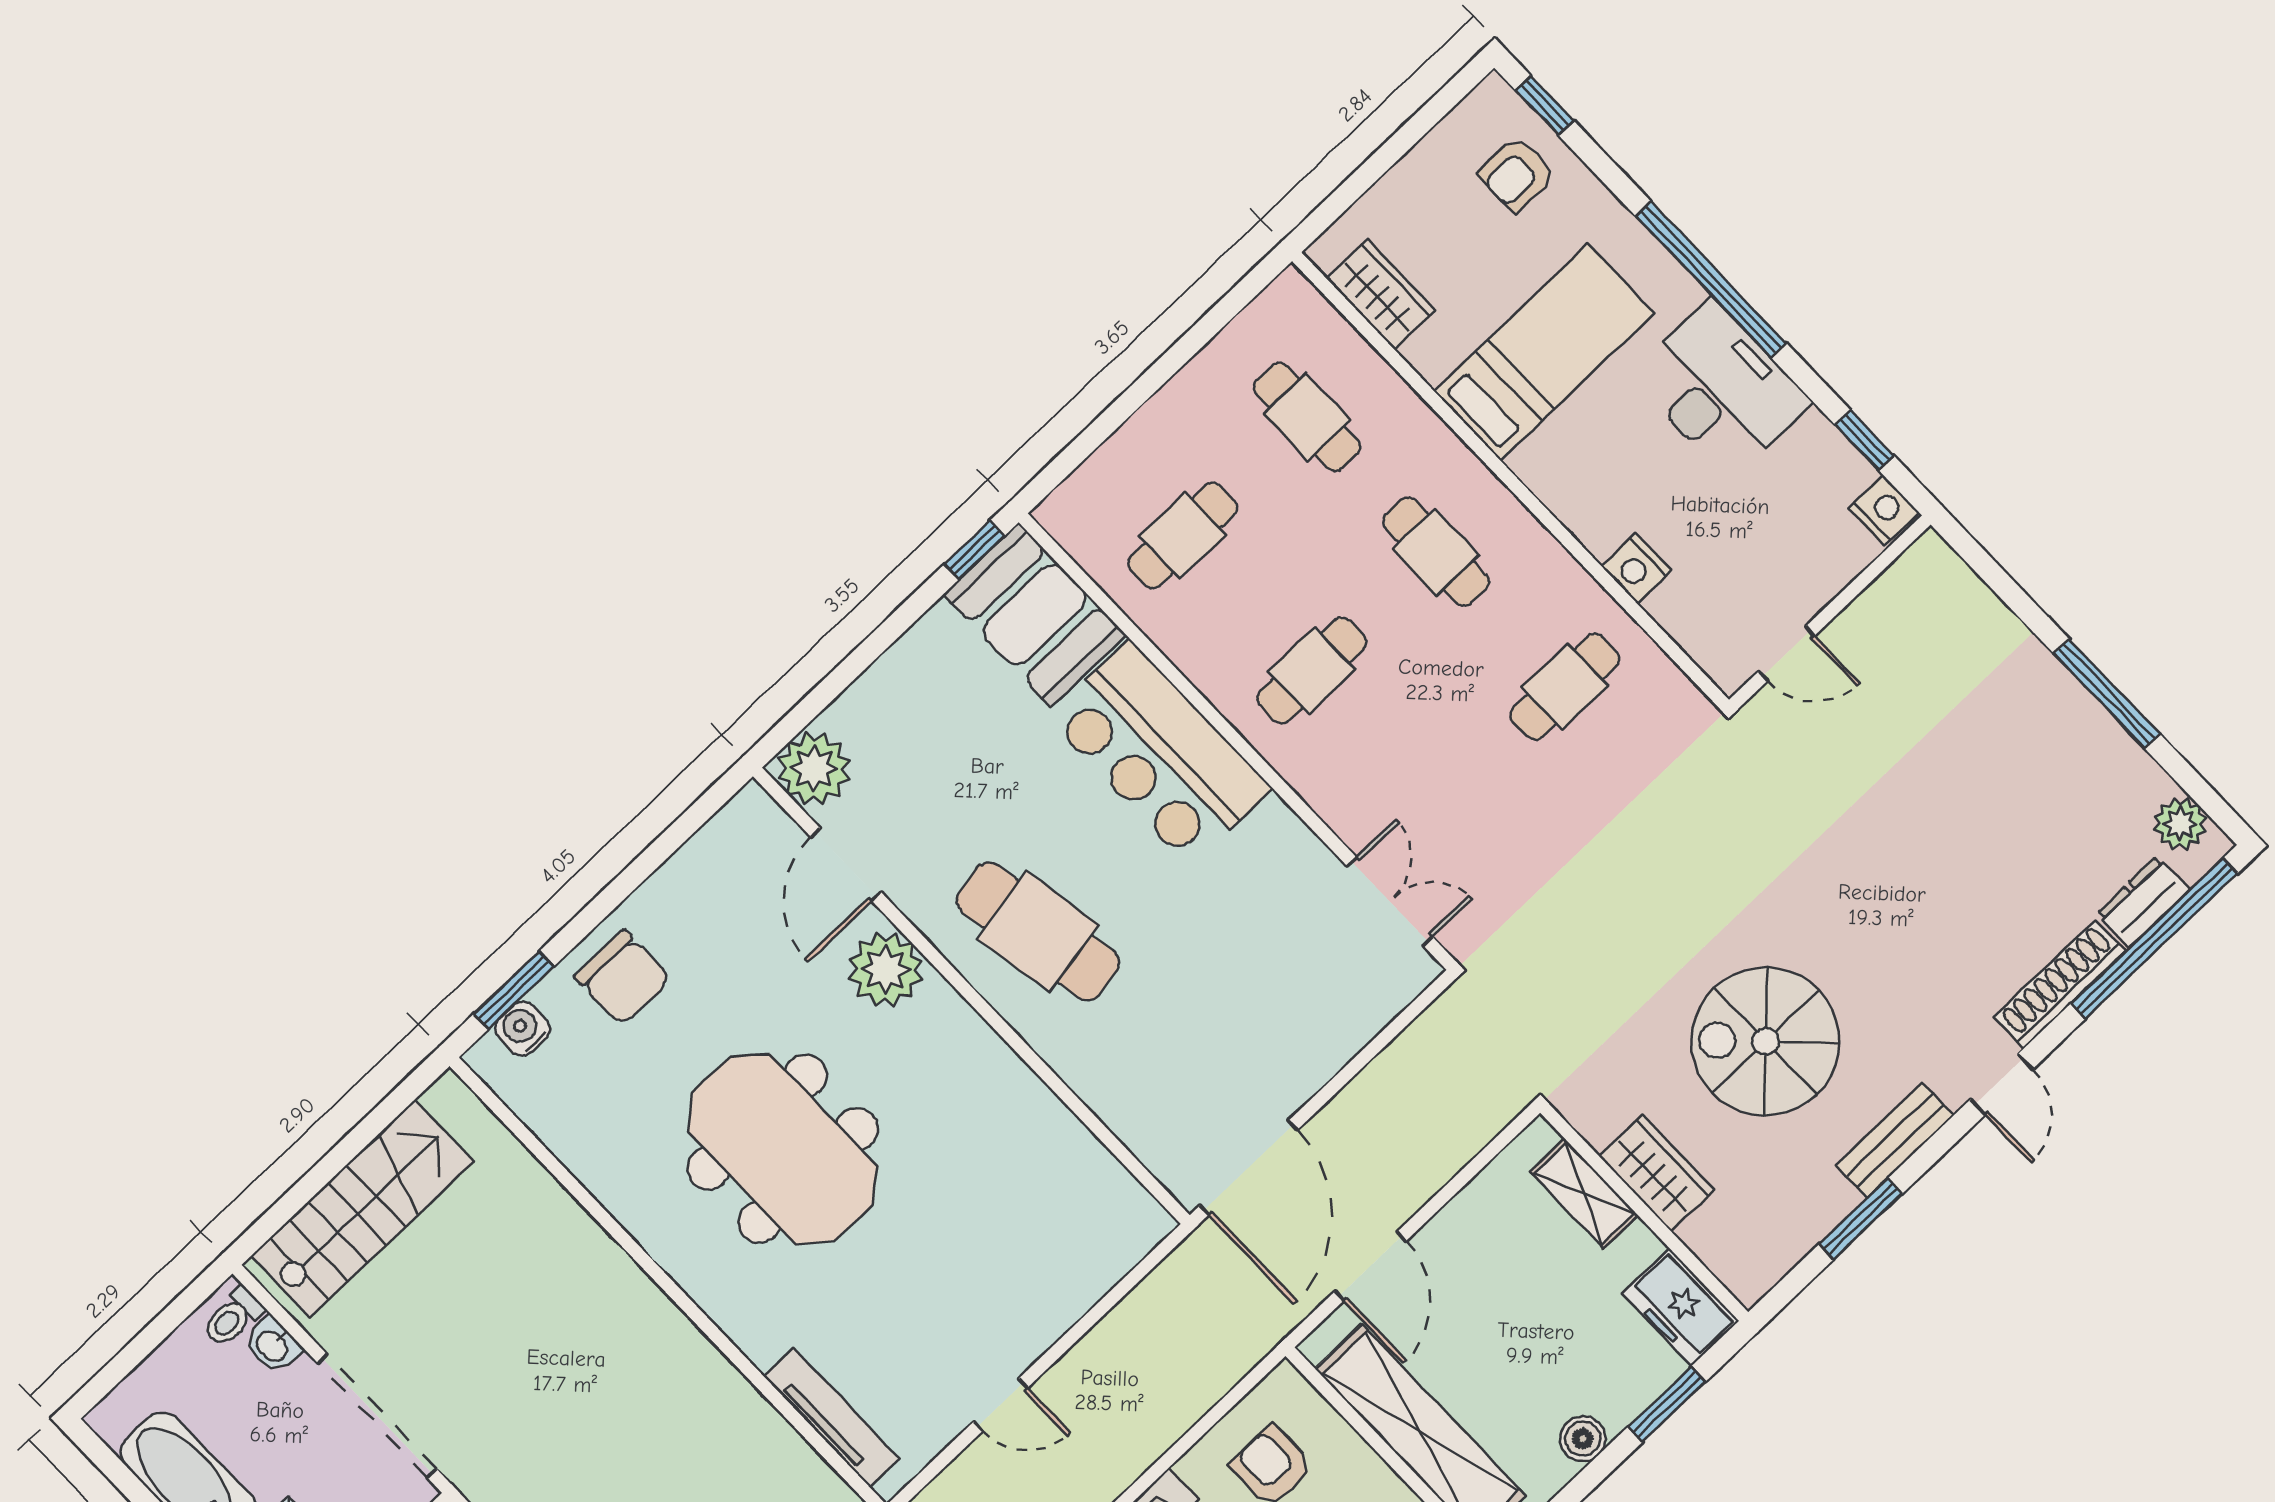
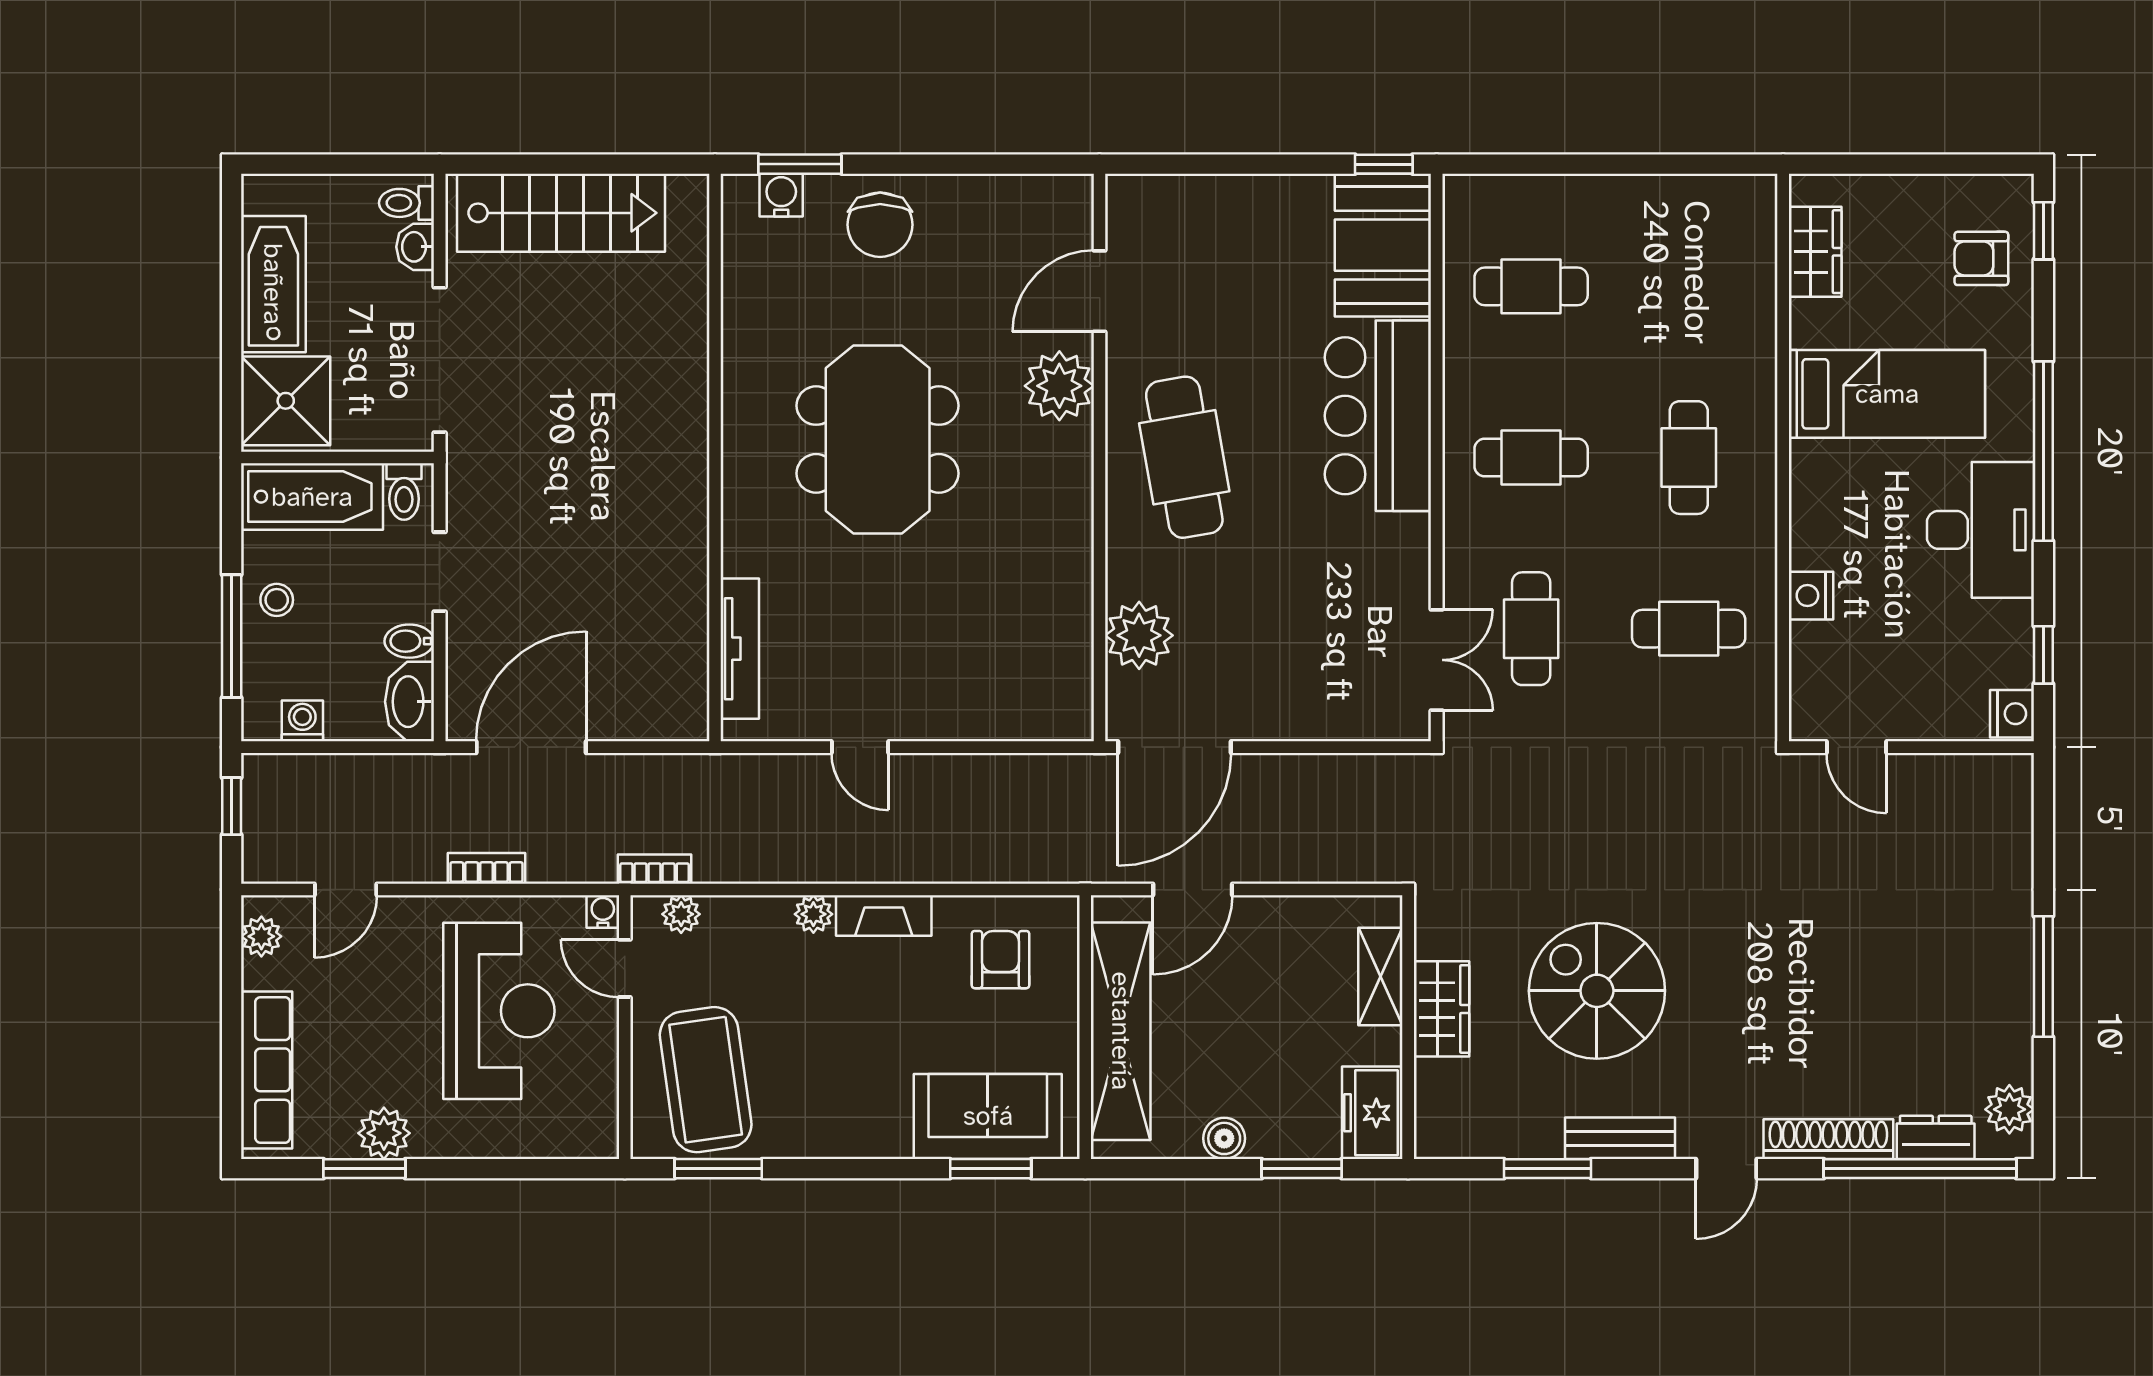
cafe table: (1307, 417) -> (1531, 629), moved
plant: (814, 769) -> (1139, 635), moved

